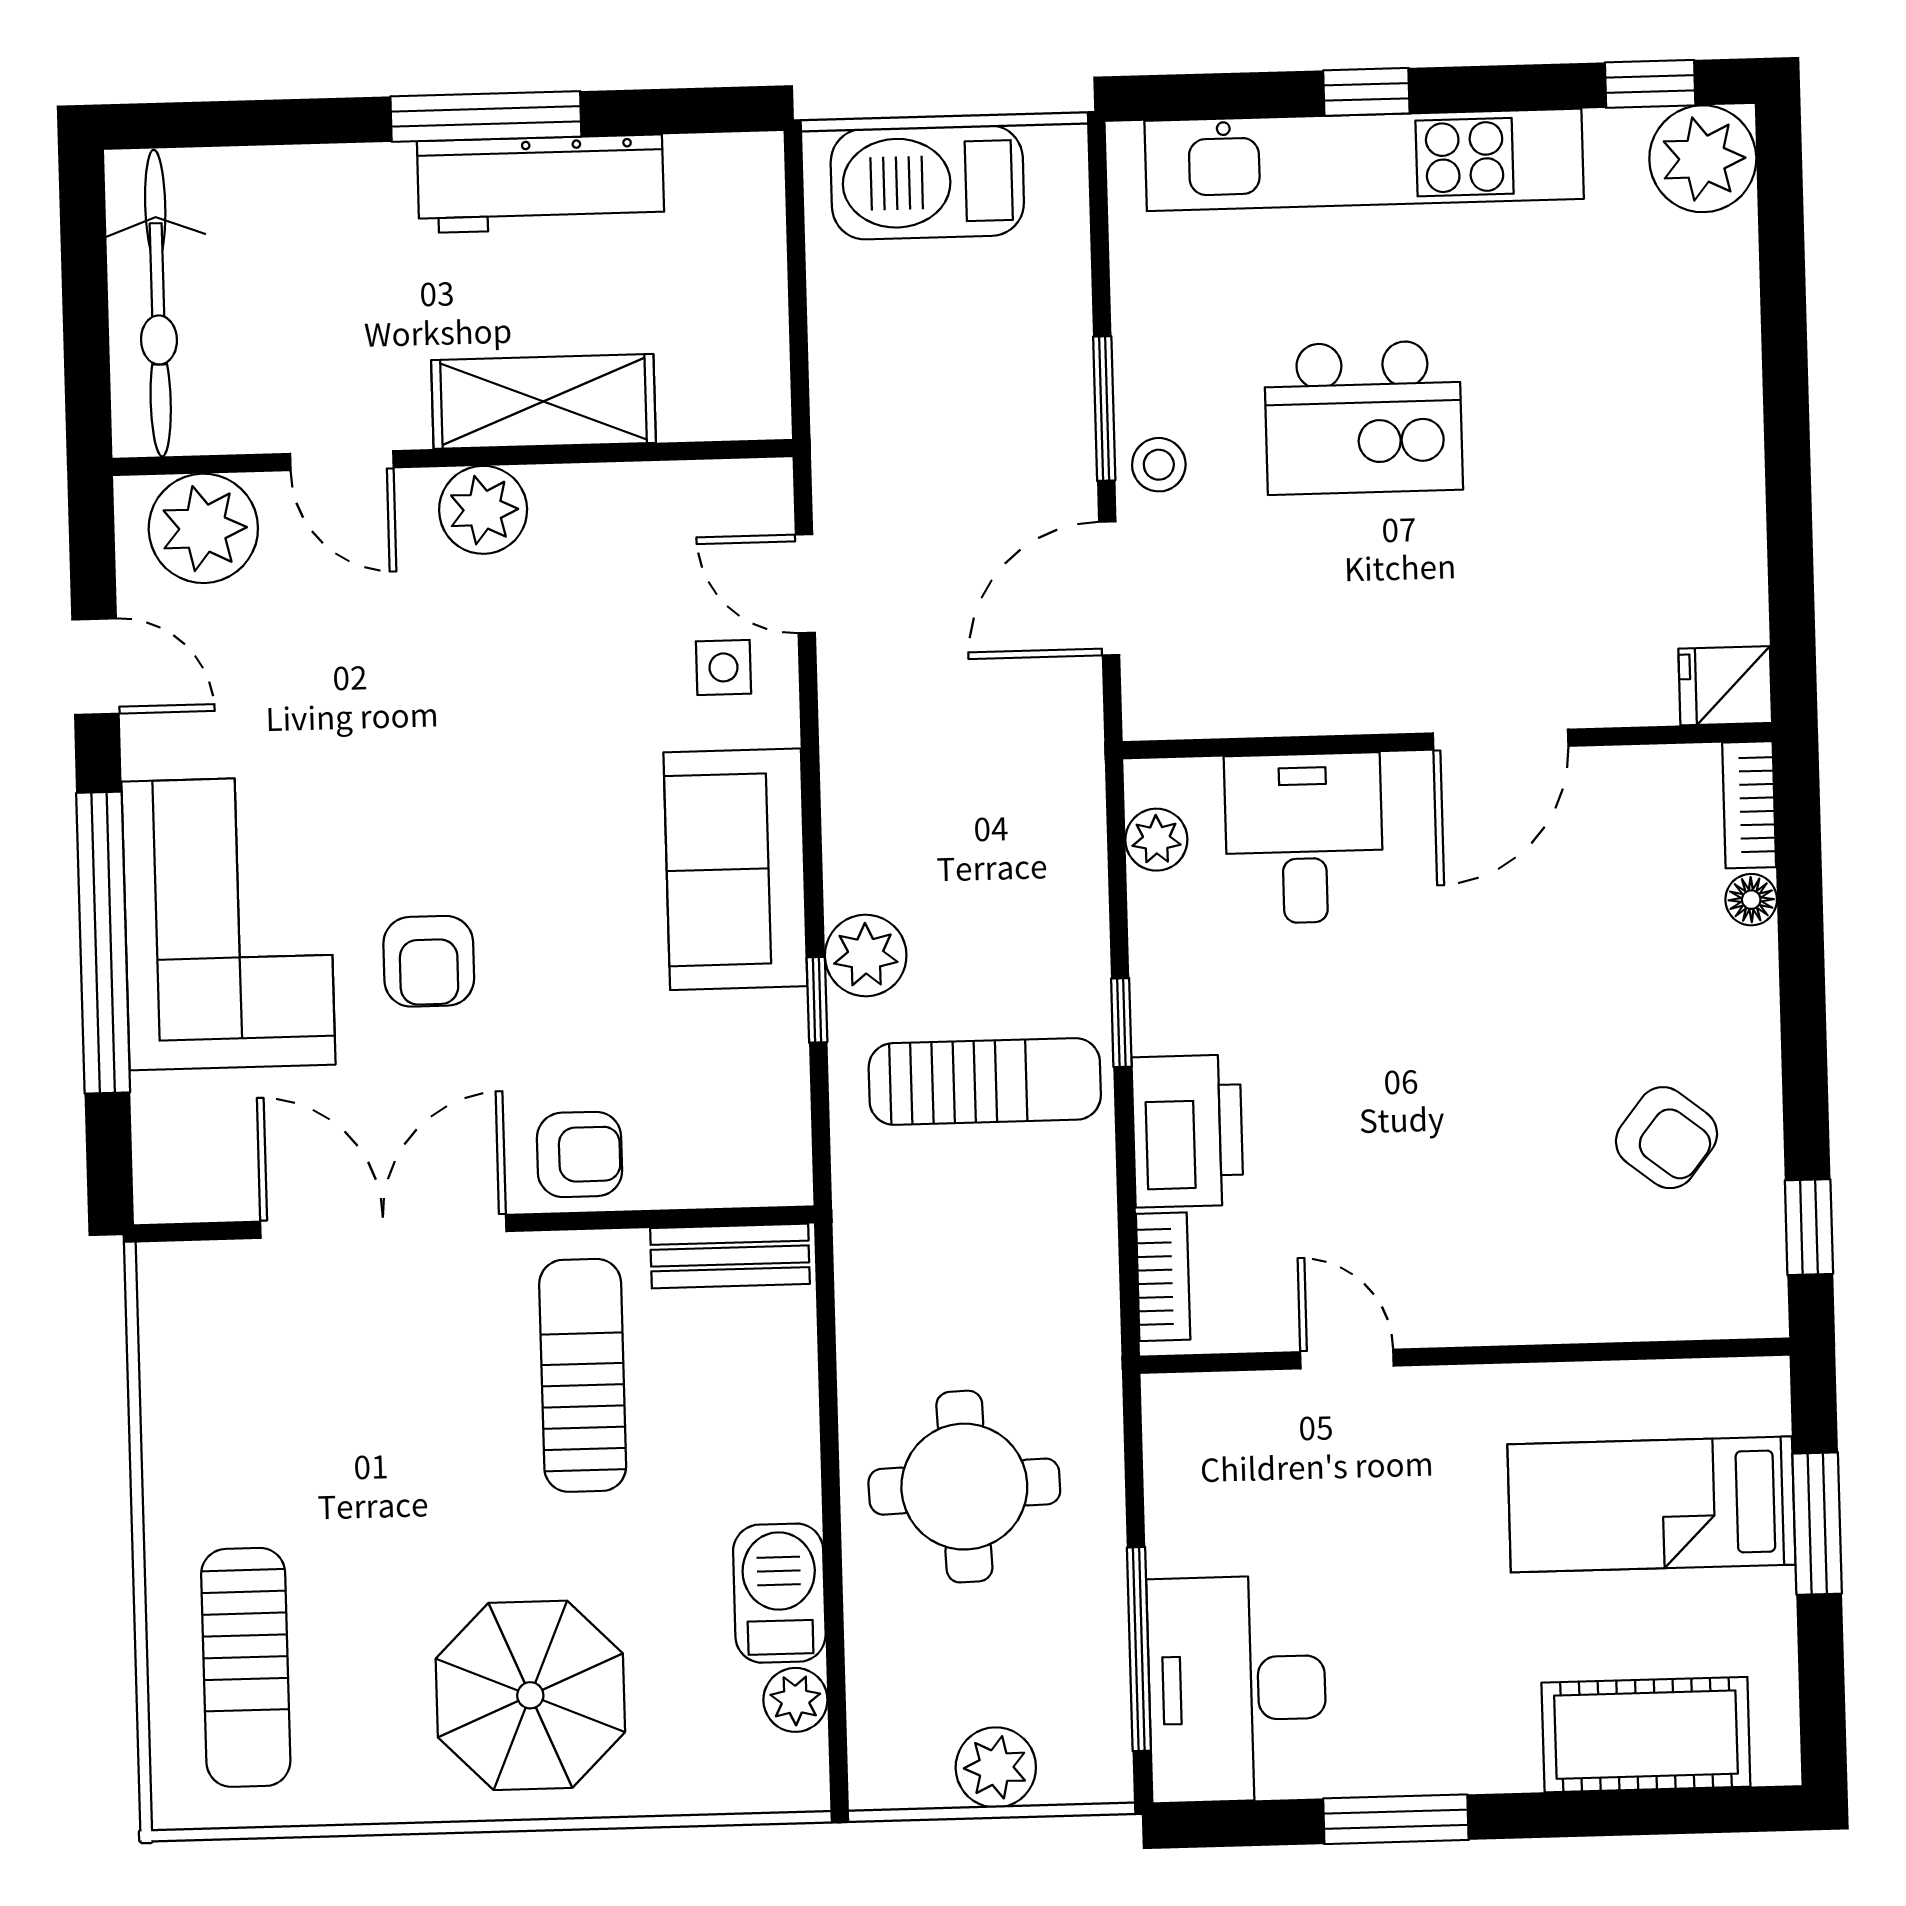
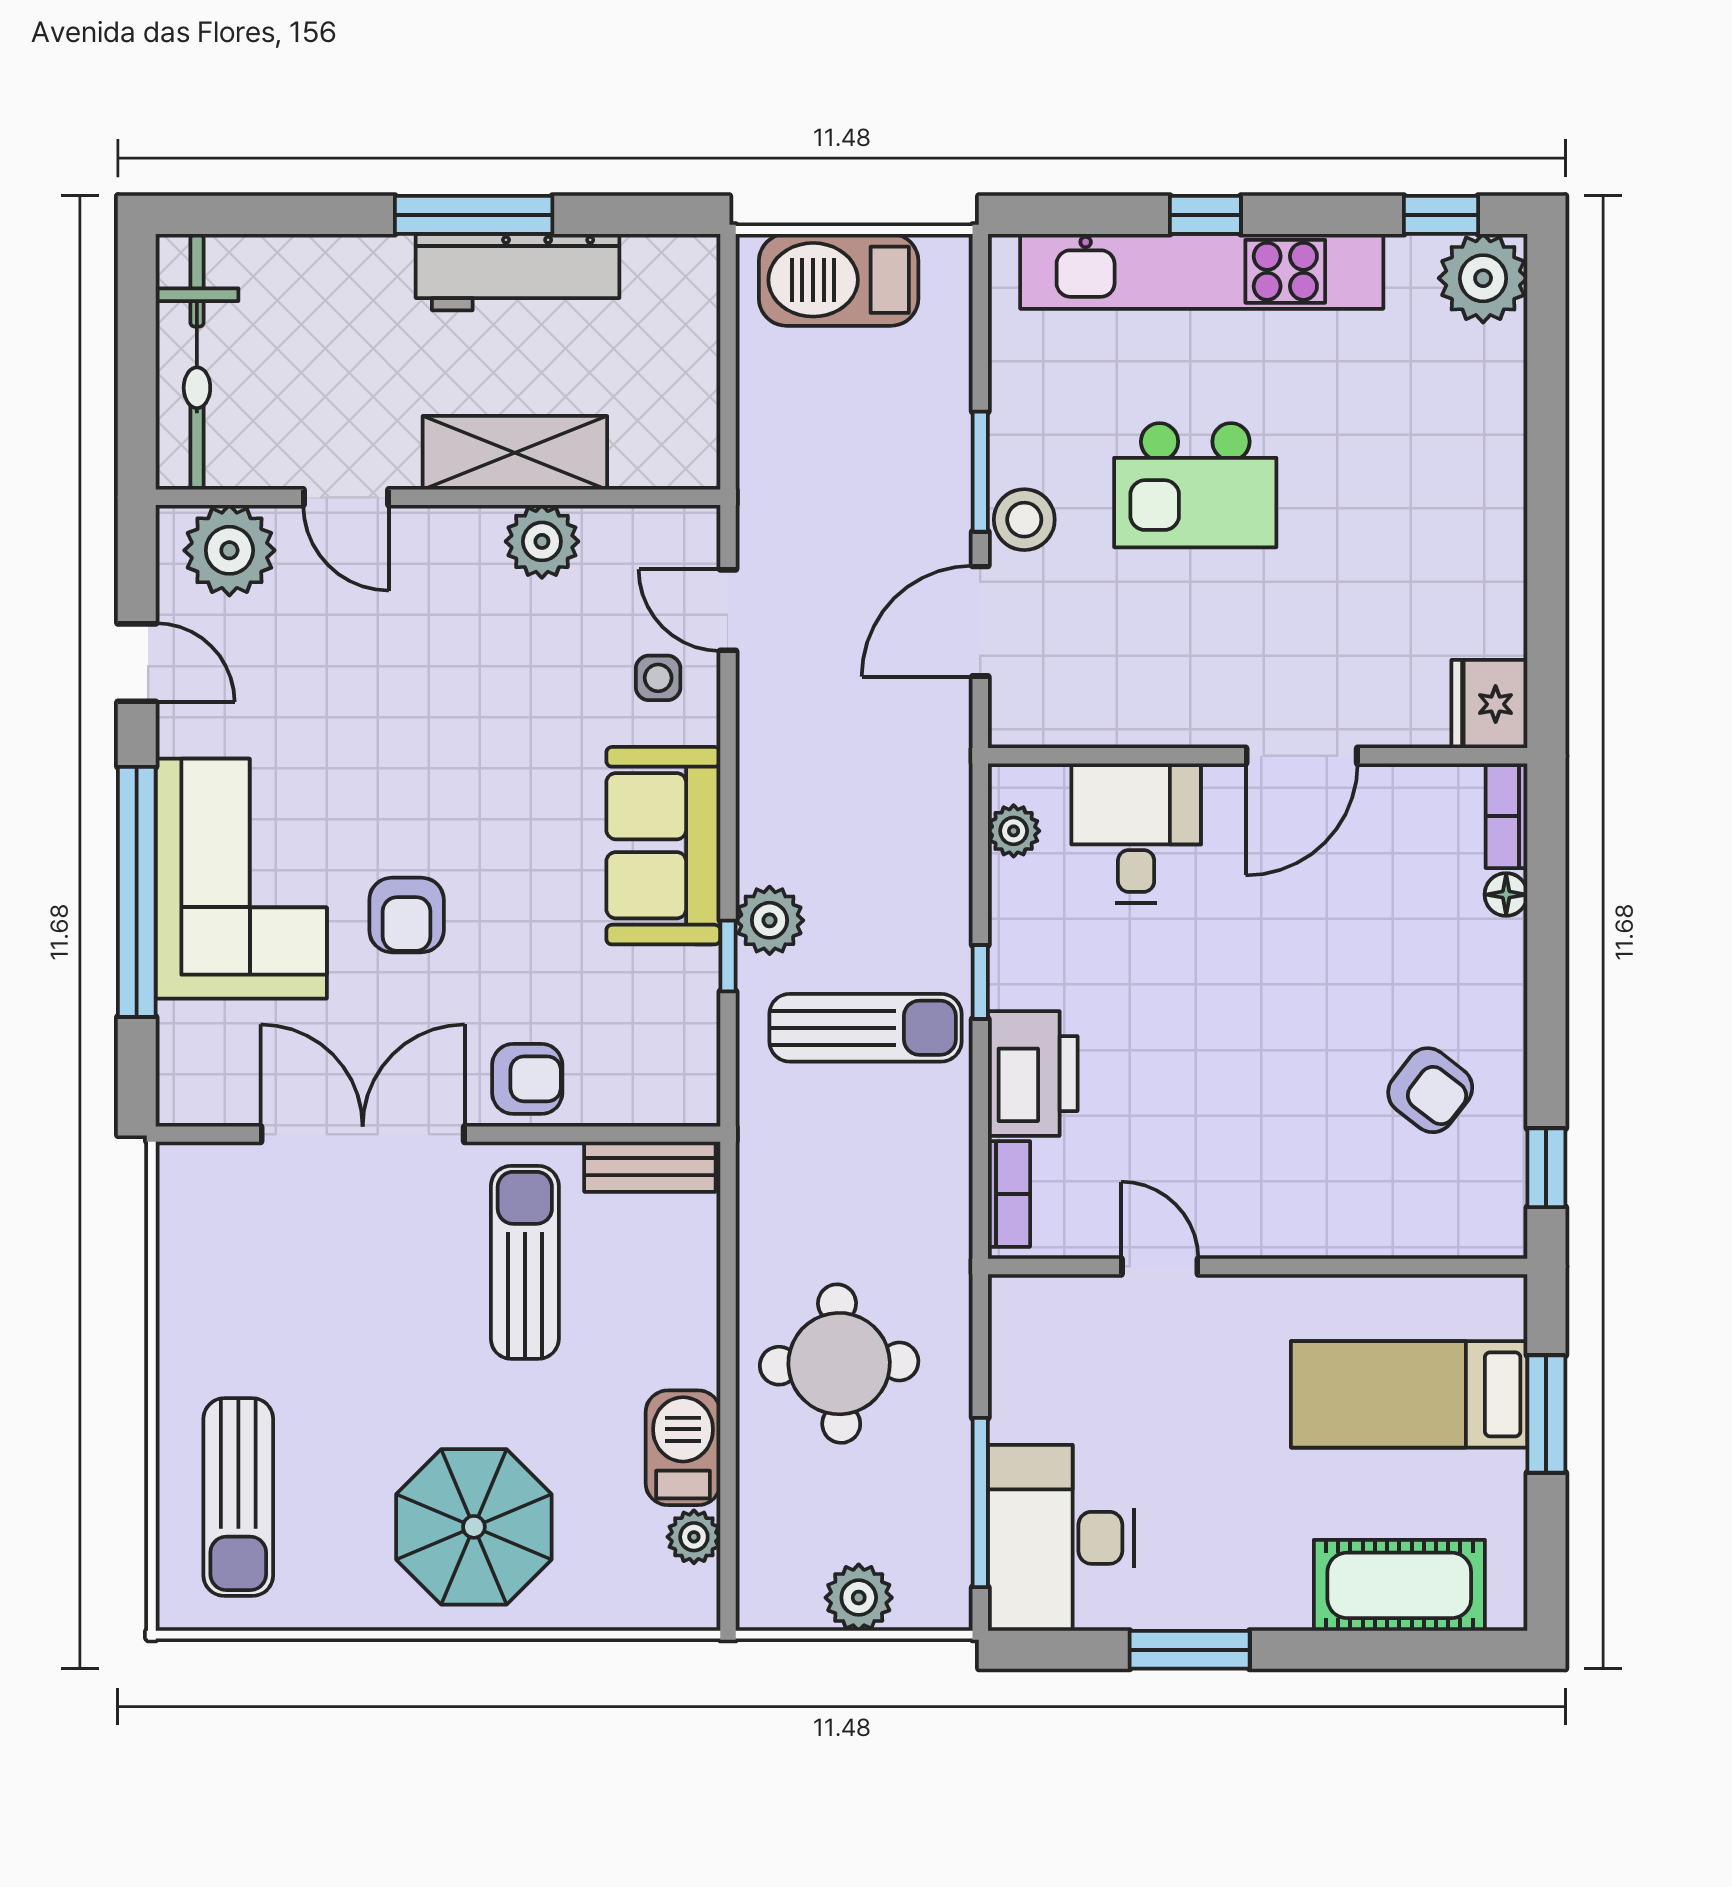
stool: (1159, 465) -> (1024, 520), width x1.37, depth x1.37
plant: (483, 510) -> (542, 541), moved
fridge: (1725, 686) -> (1489, 704), width x1.38

